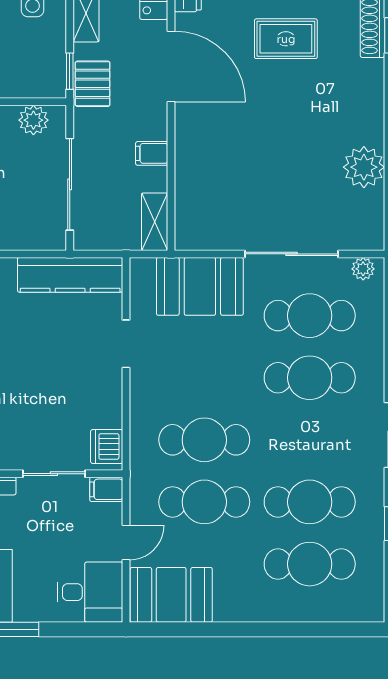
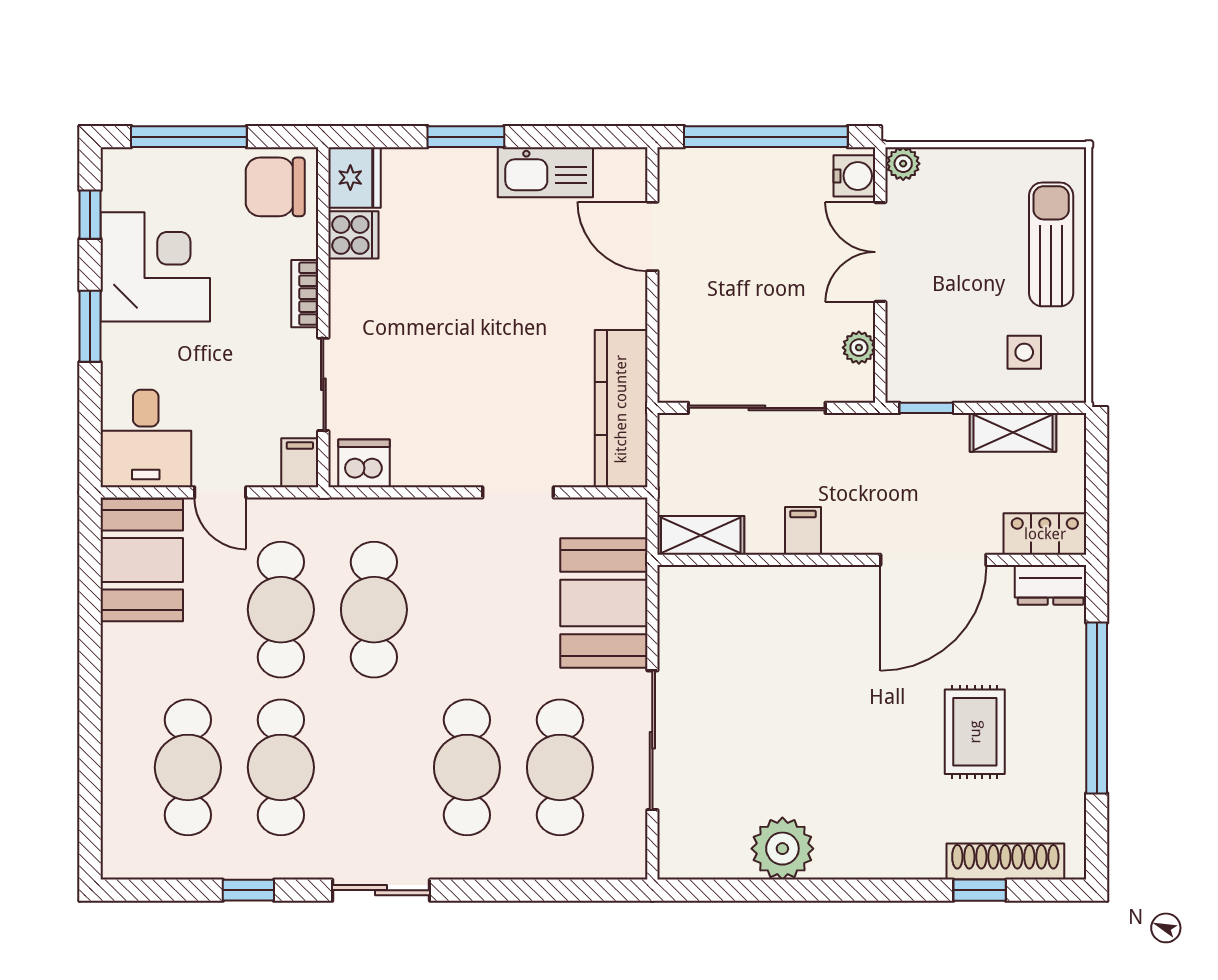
pallet: (93, 84) -> (907, 442), removed
plant: (33, 120) -> (859, 348), width x0.73, depth x0.73
plant: (363, 269) -> (630, 847), removed

